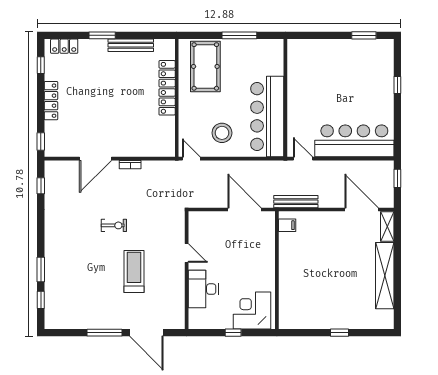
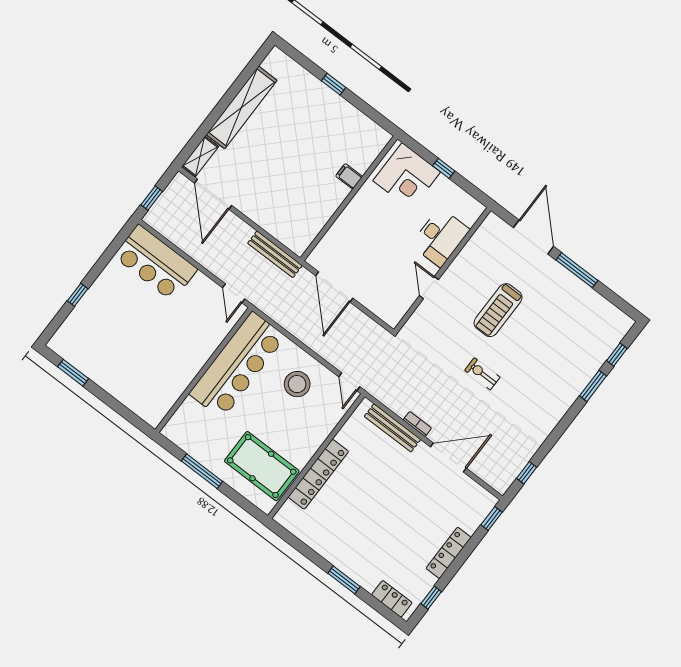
bench: (131, 45) -> (392, 428), moved
pool table: (205, 66) -> (262, 466), turned 90
bar counter: (354, 141) -> (155, 263), width x0.73
filing cabinet: (287, 225) -> (349, 176), moved

